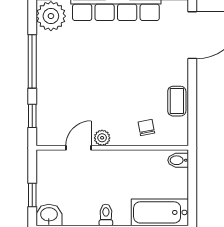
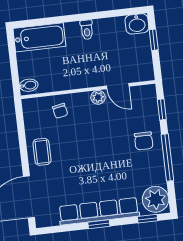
chair: (57, 83) -> (144, 141), added
coffee table: (177, 101) -> (42, 152), moved
door: (78, 148) -> (118, 86), hinge flipped

